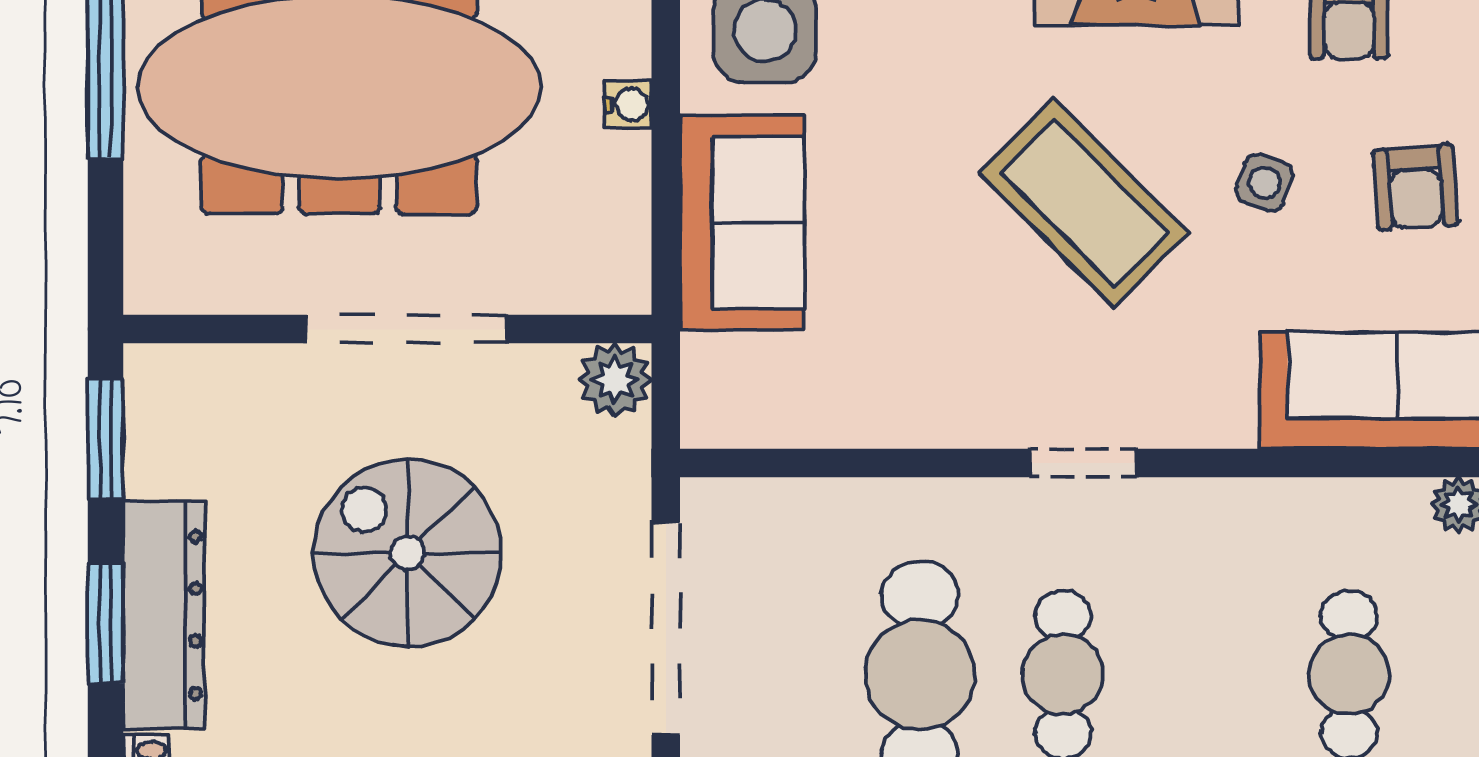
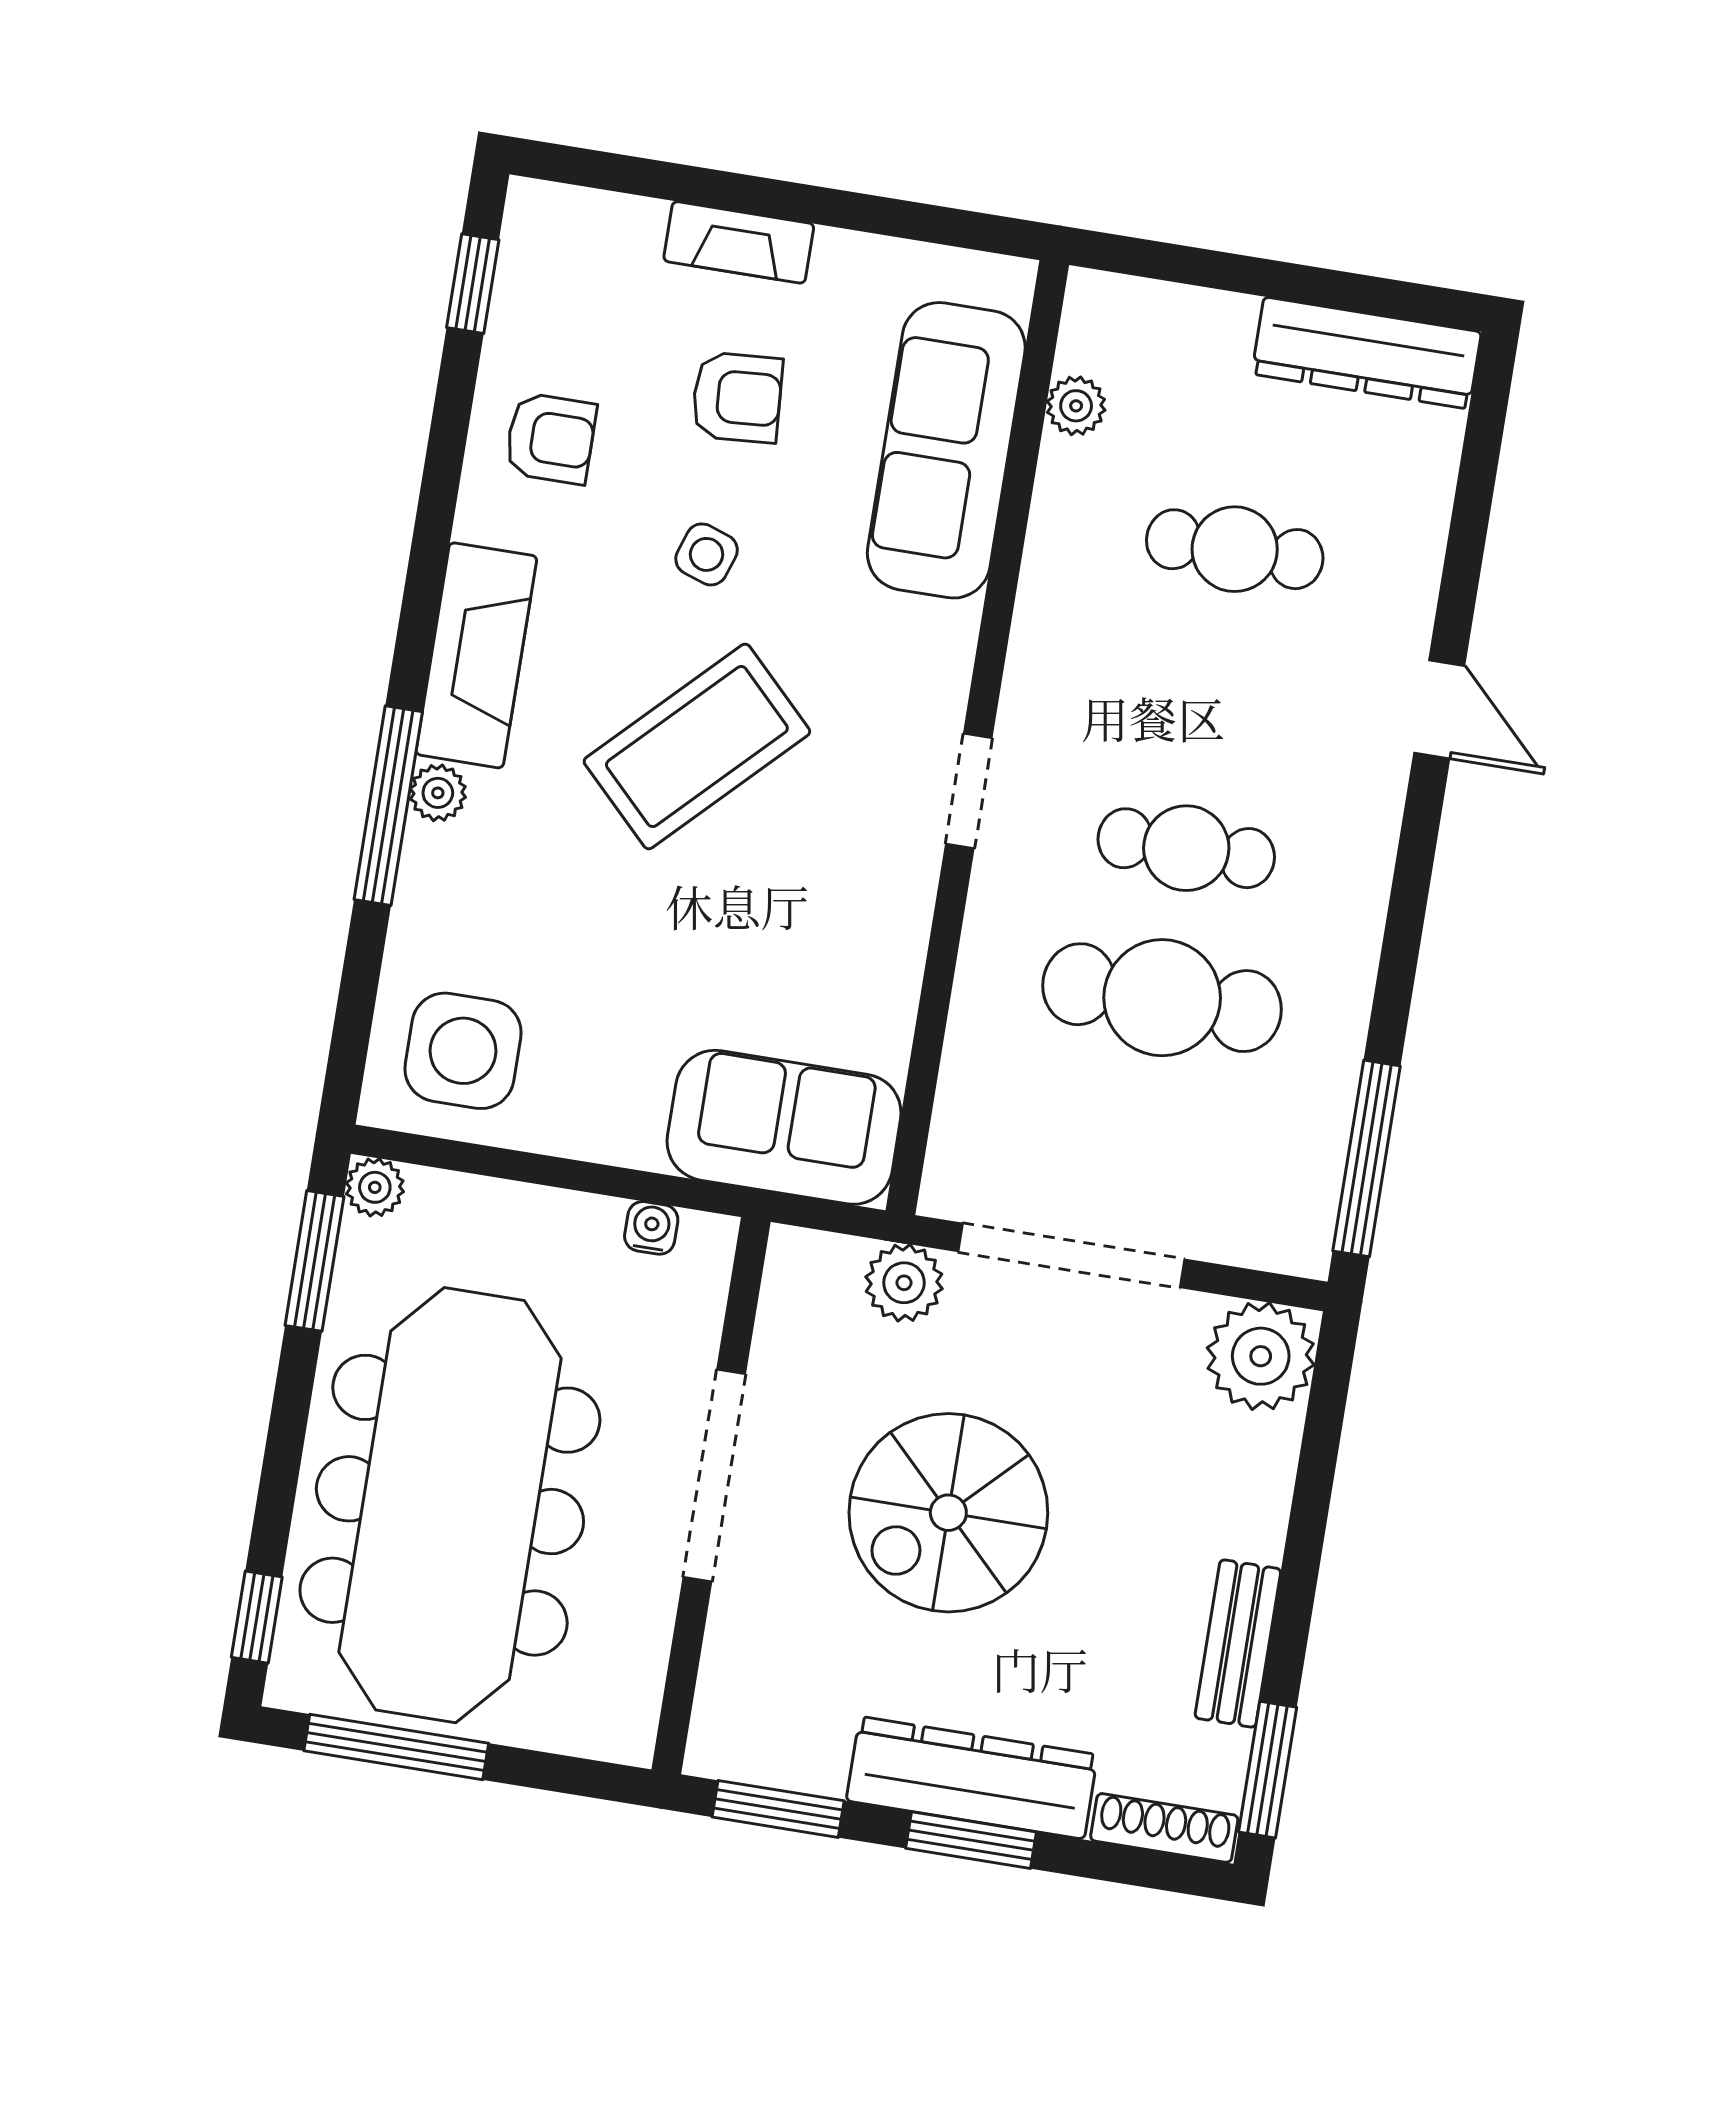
water cooler: (628, 105) -> (651, 1228), moved
sofa: (742, 223) -> (784, 1127), moved
plant: (615, 380) -> (904, 1283), moved

